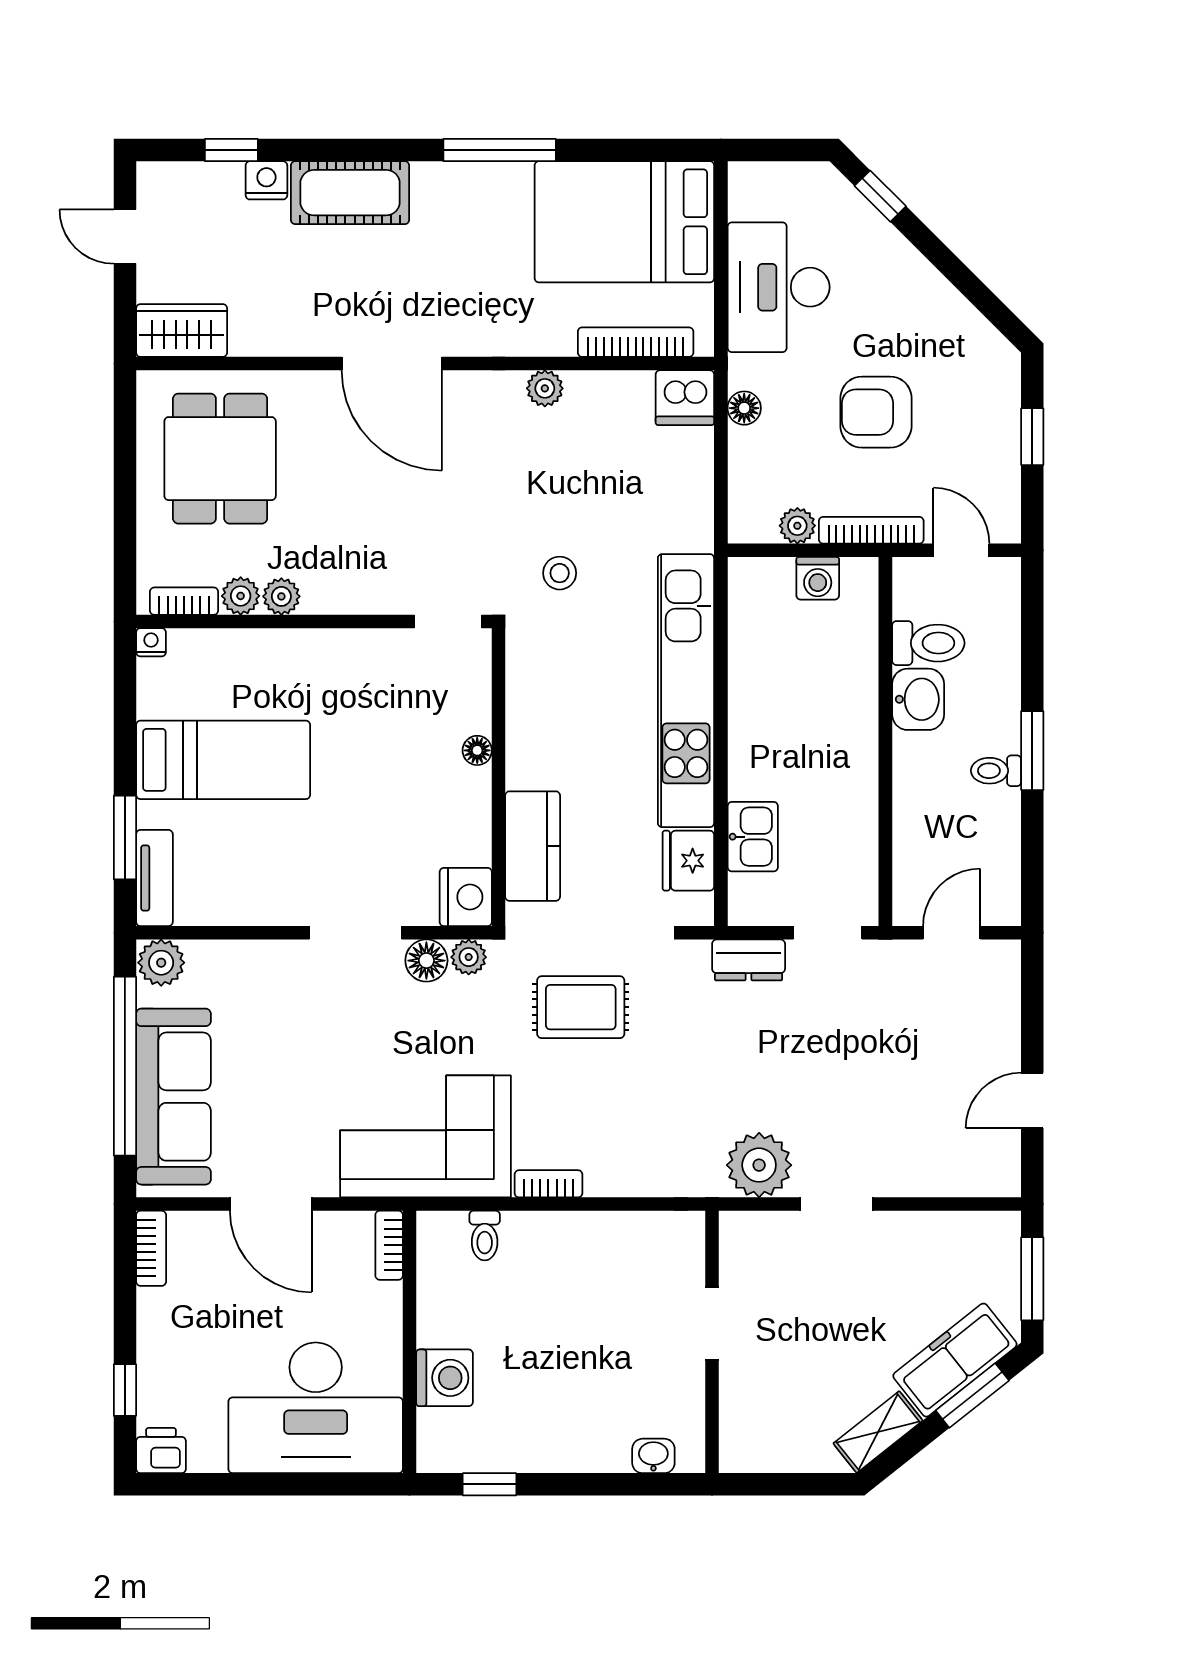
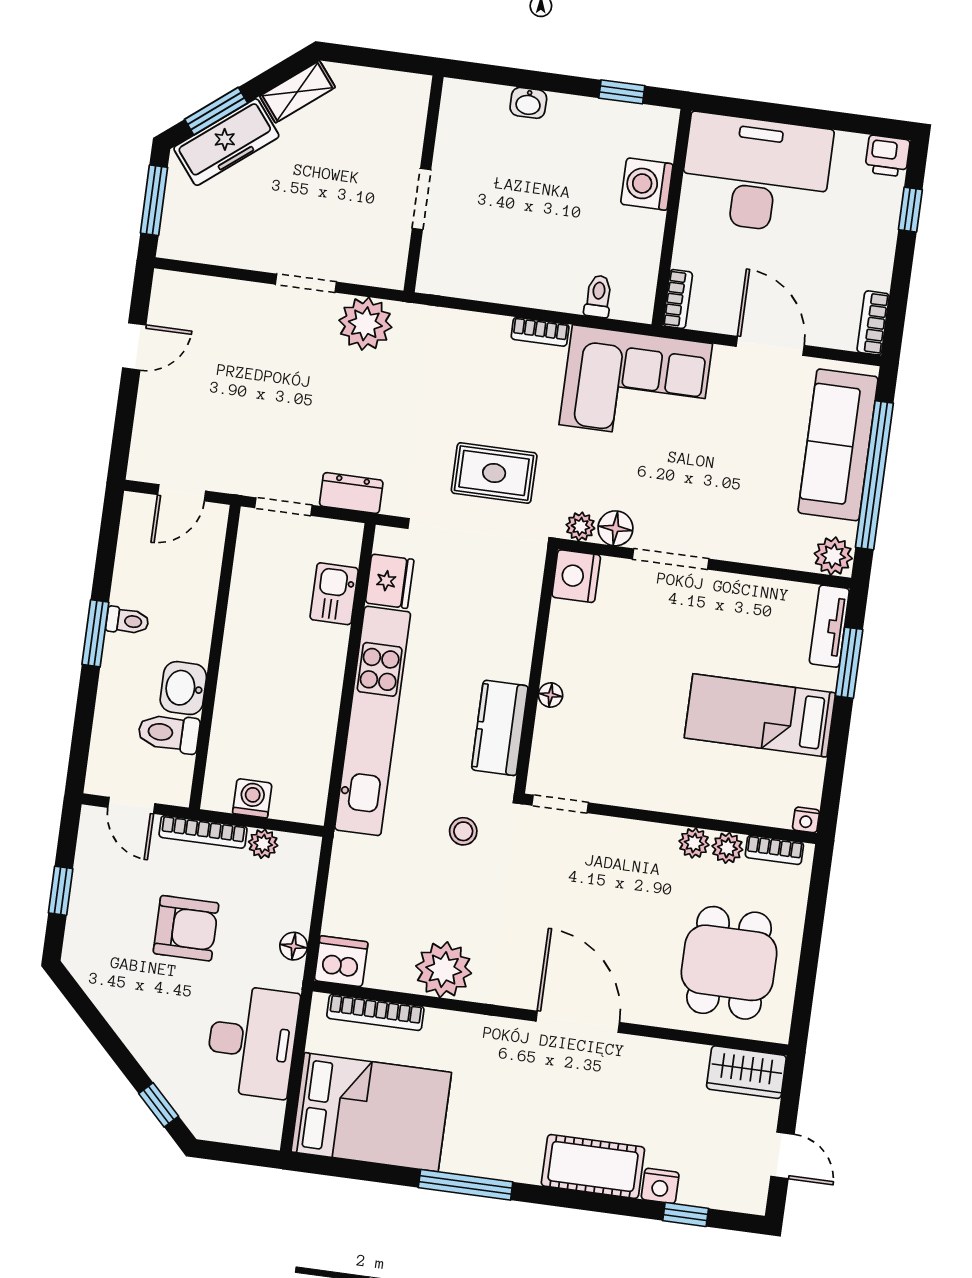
plant: (545, 388) -> (444, 970), width x1.88, depth x1.88
kitchen counter: (533, 846) -> (500, 728), moved
washbasin: (653, 1456) -> (528, 103), moved

